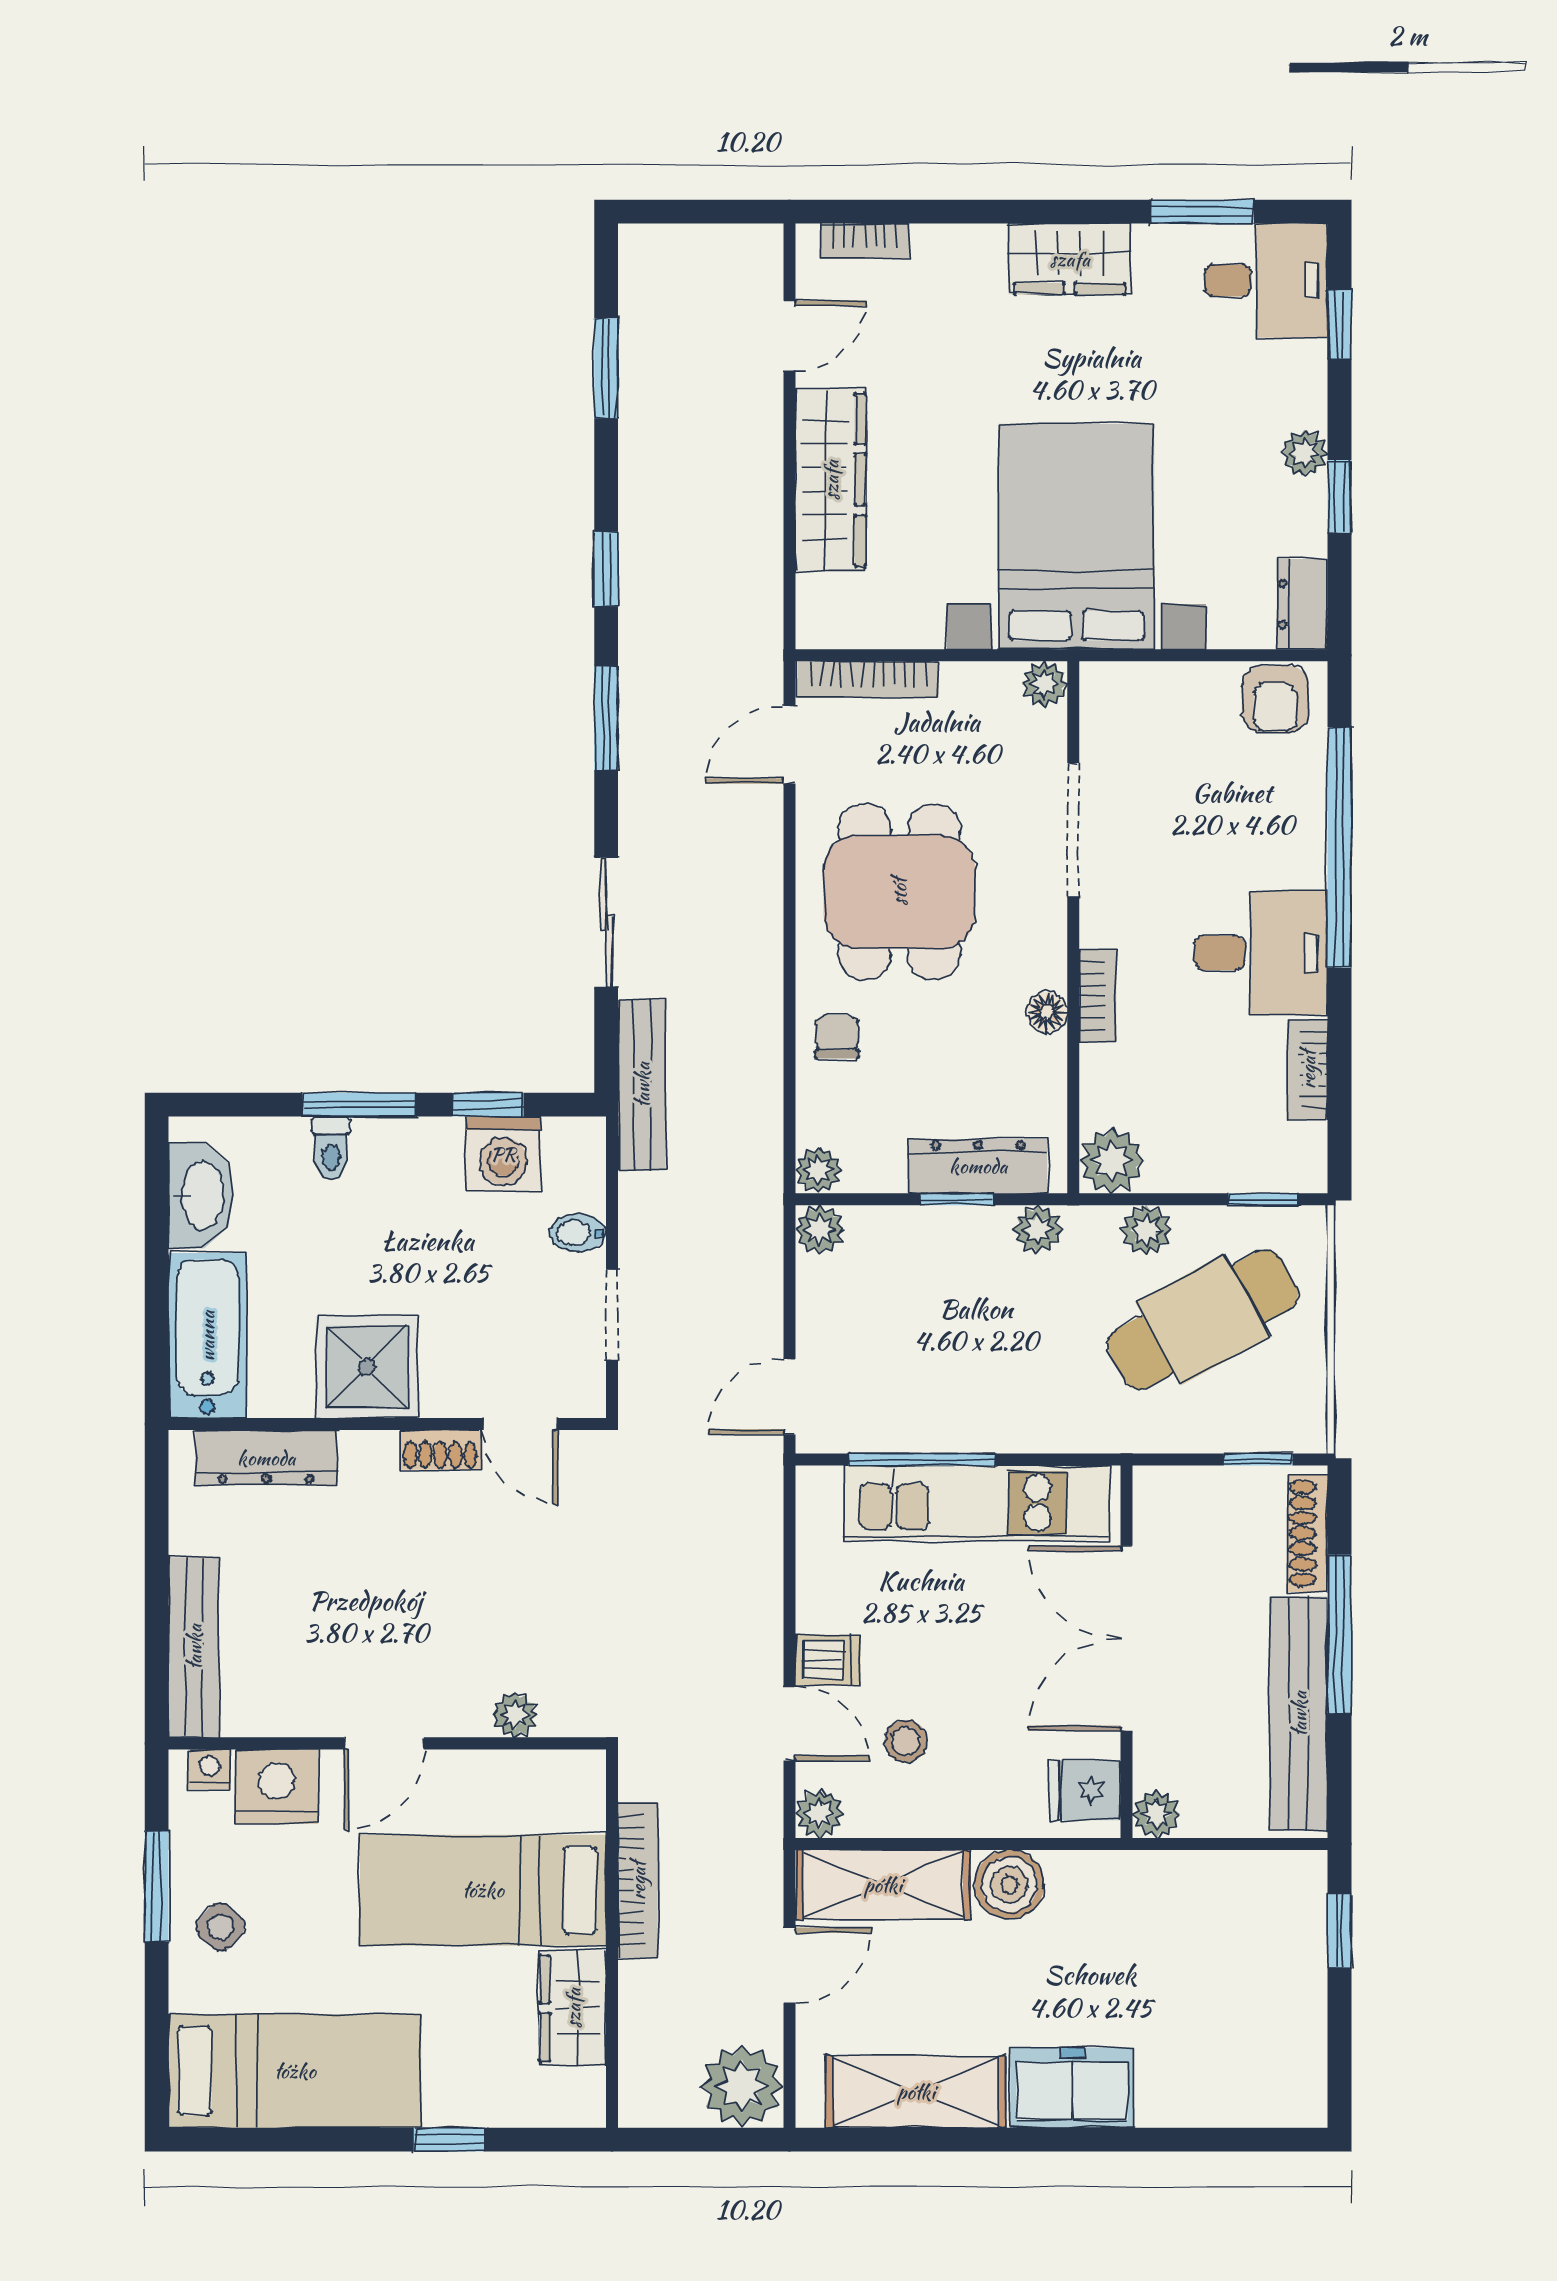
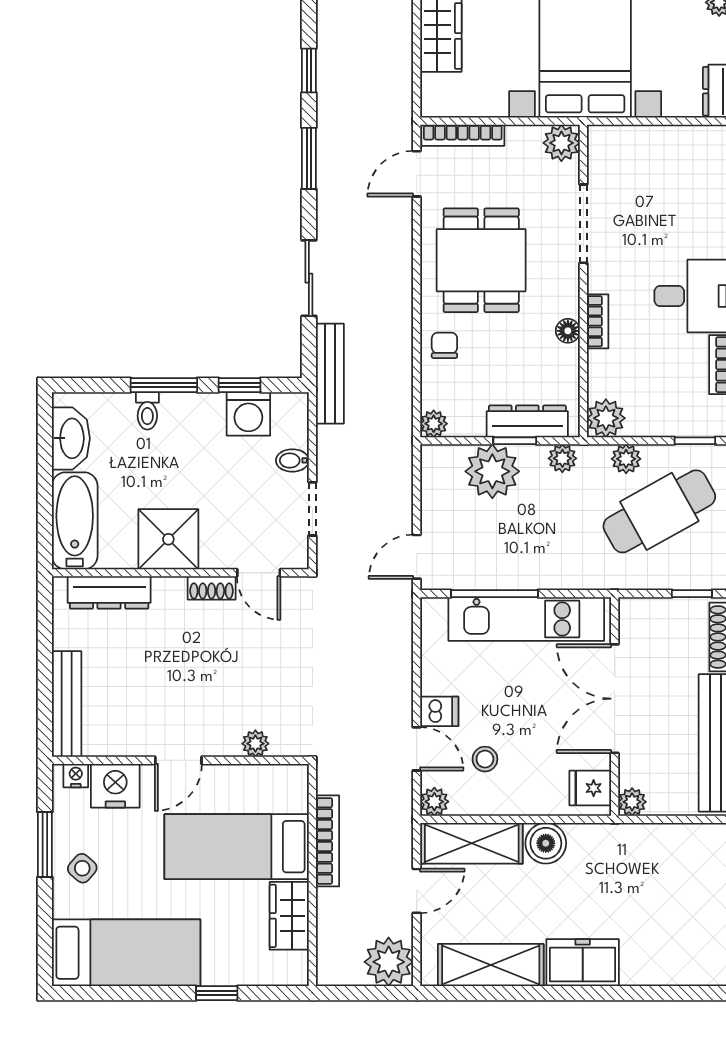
plant: (1045, 684) -> (561, 143), width x1.38, depth x1.38
armchair: (1275, 699) -> (702, 147), removed
plant: (820, 1230) -> (492, 471), moved, width x1.87, depth x1.87

